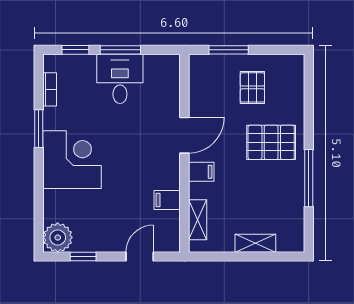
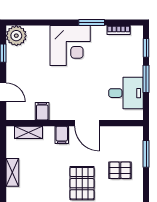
desk: (120, 79) -> (126, 93), moved

